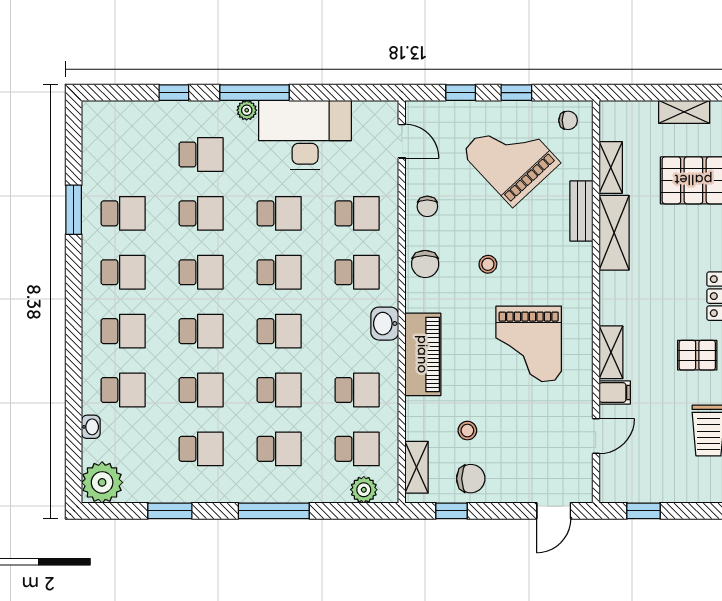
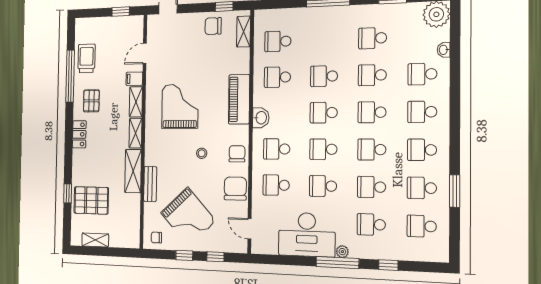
shelving: (611, 168) -> (135, 133), moved
chair: (427, 206) -> (235, 189), width x1.87, depth x1.87
pallet: (697, 355) -> (91, 101), turned 90
stool: (467, 431) -> (215, 54), removed
school desk: (279, 449) -> (422, 226), moved
plant: (364, 490) -> (274, 17), removed

